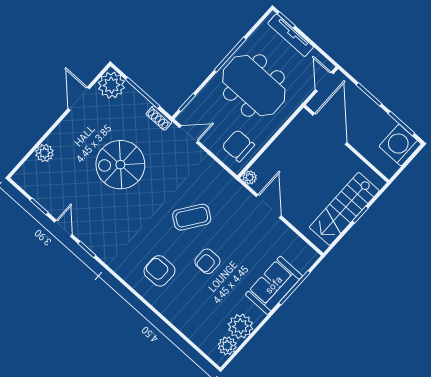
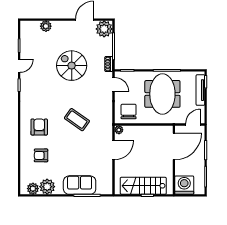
washing machine: (400, 145) -> (184, 185), moved
armchair: (207, 261) -> (41, 155), moved

